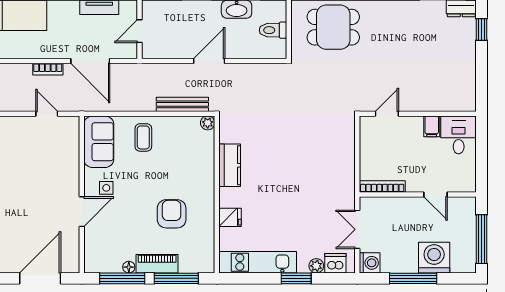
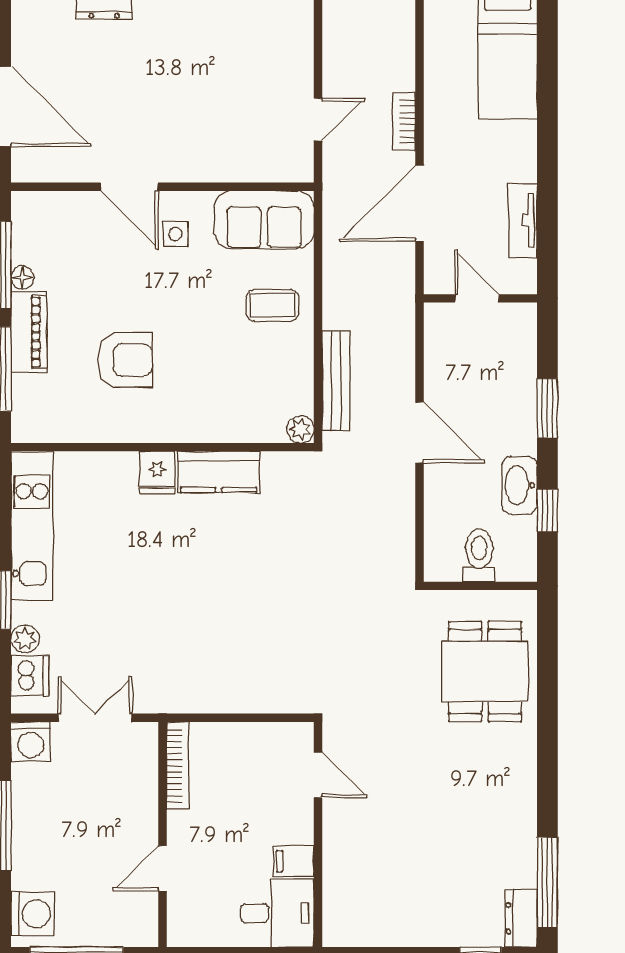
fridge: (230, 217) -> (157, 472), moved
washing machine: (434, 258) -> (33, 914), moved, width x0.73, depth x0.73

